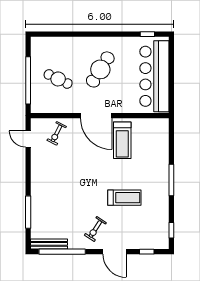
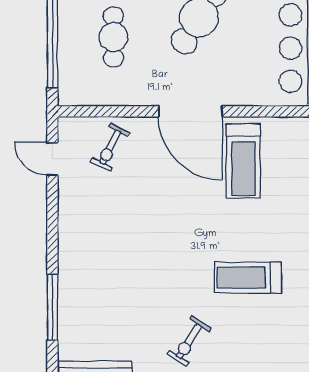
cafe table: (58, 79) -> (113, 37), turned 64
treadmill: (124, 198) -> (248, 278), turned 180

